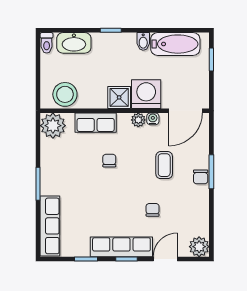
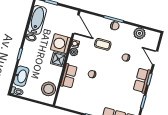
plant: (53, 126) -> (64, 100), removed
row of seats: (121, 247) -> (142, 80), width x0.68
plant: (199, 247) -> (139, 33), moved

